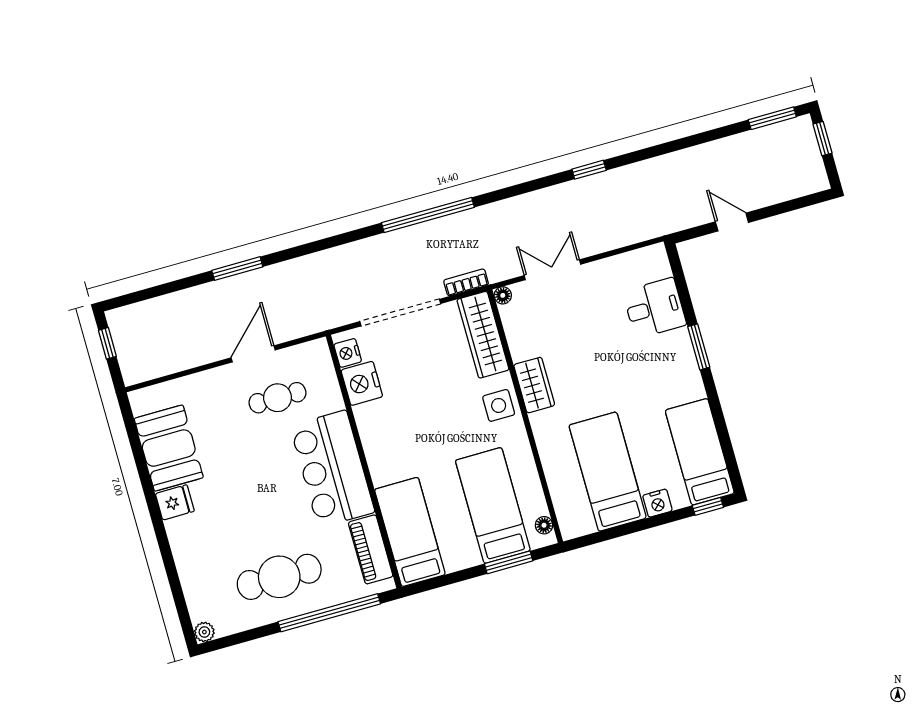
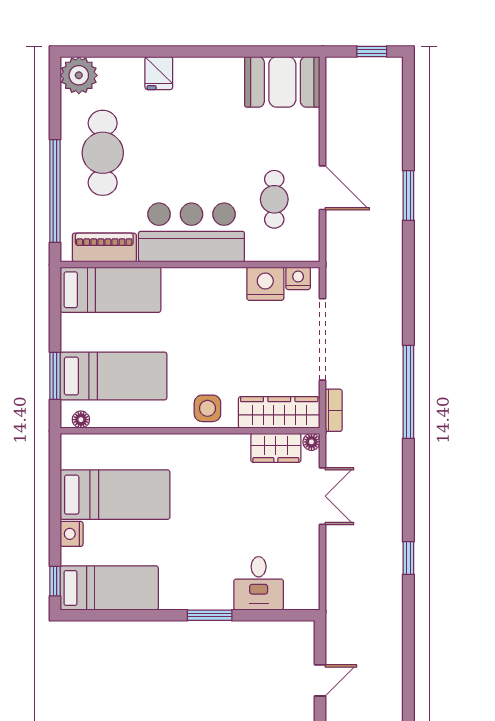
wardrobe: (534, 385) -> (276, 448), moved
booth: (169, 448) -> (282, 82), moved
fridge: (175, 502) -> (159, 73), moved
plant: (204, 632) -> (79, 75), width x1.88, depth x1.88

